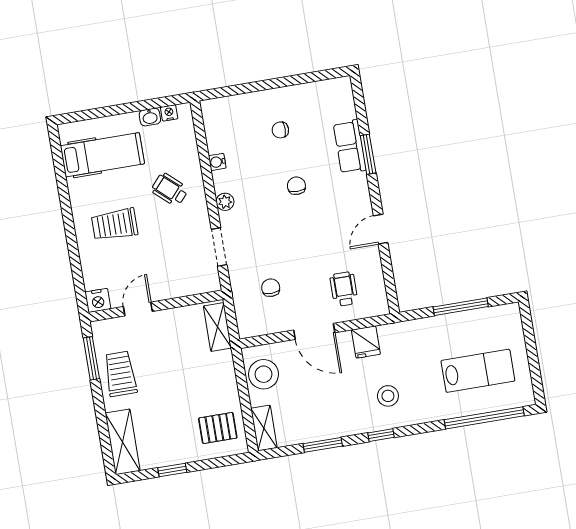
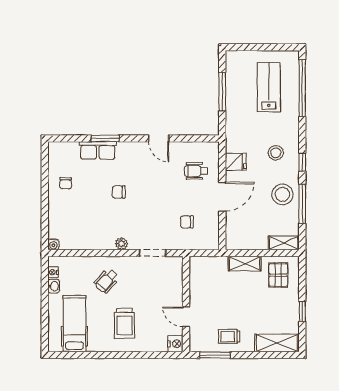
chair: (280, 130) -> (66, 183), moved
water cooler: (217, 162) -> (53, 244), moved
shelving: (217, 327) -> (245, 264), moved
trolley: (120, 374) -> (229, 337), width x0.73, depth x0.72
stool: (264, 374) -> (282, 194), moved
window: (323, 445) -> (302, 204), width x1.44

